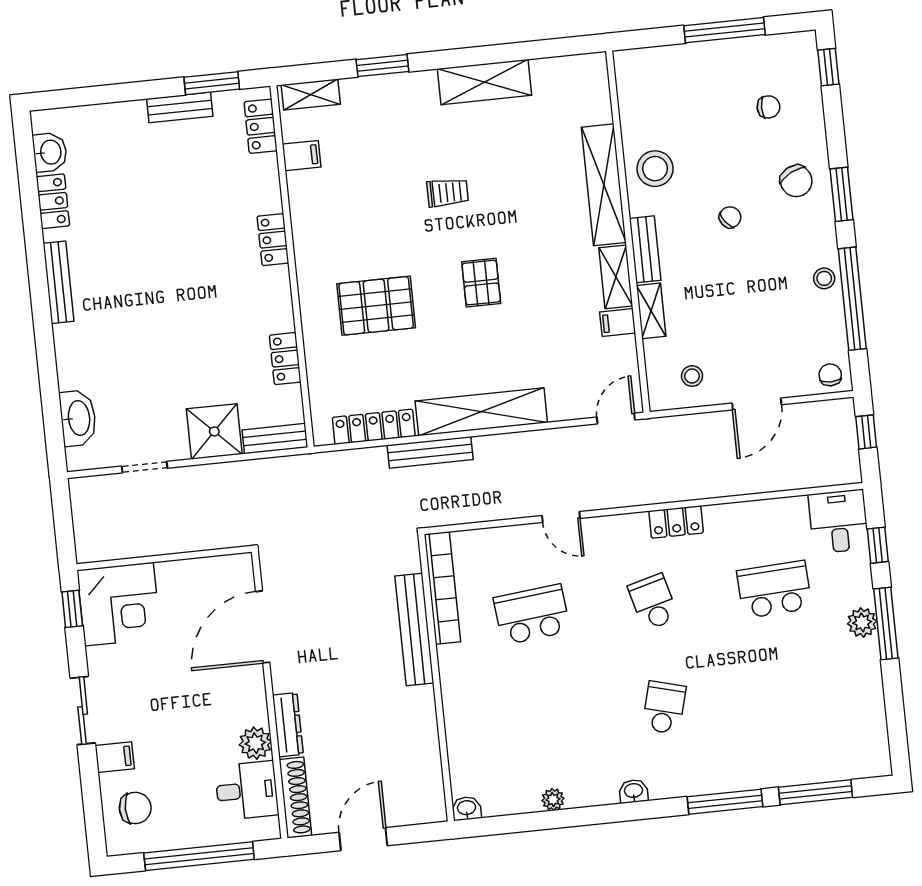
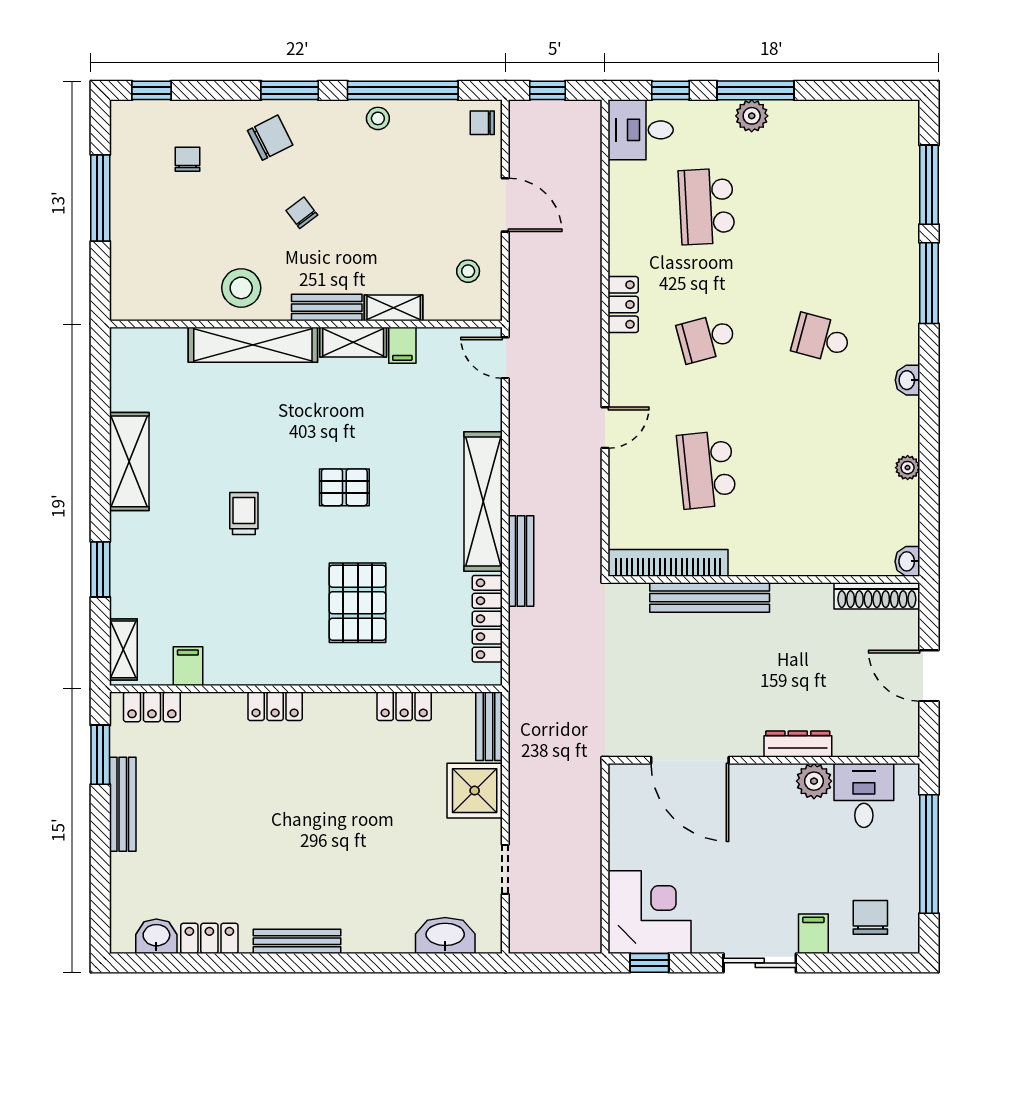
bench: (180, 107) -> (123, 804), width x1.36
shoe rack: (295, 797) -> (877, 596), moved, turned 180

